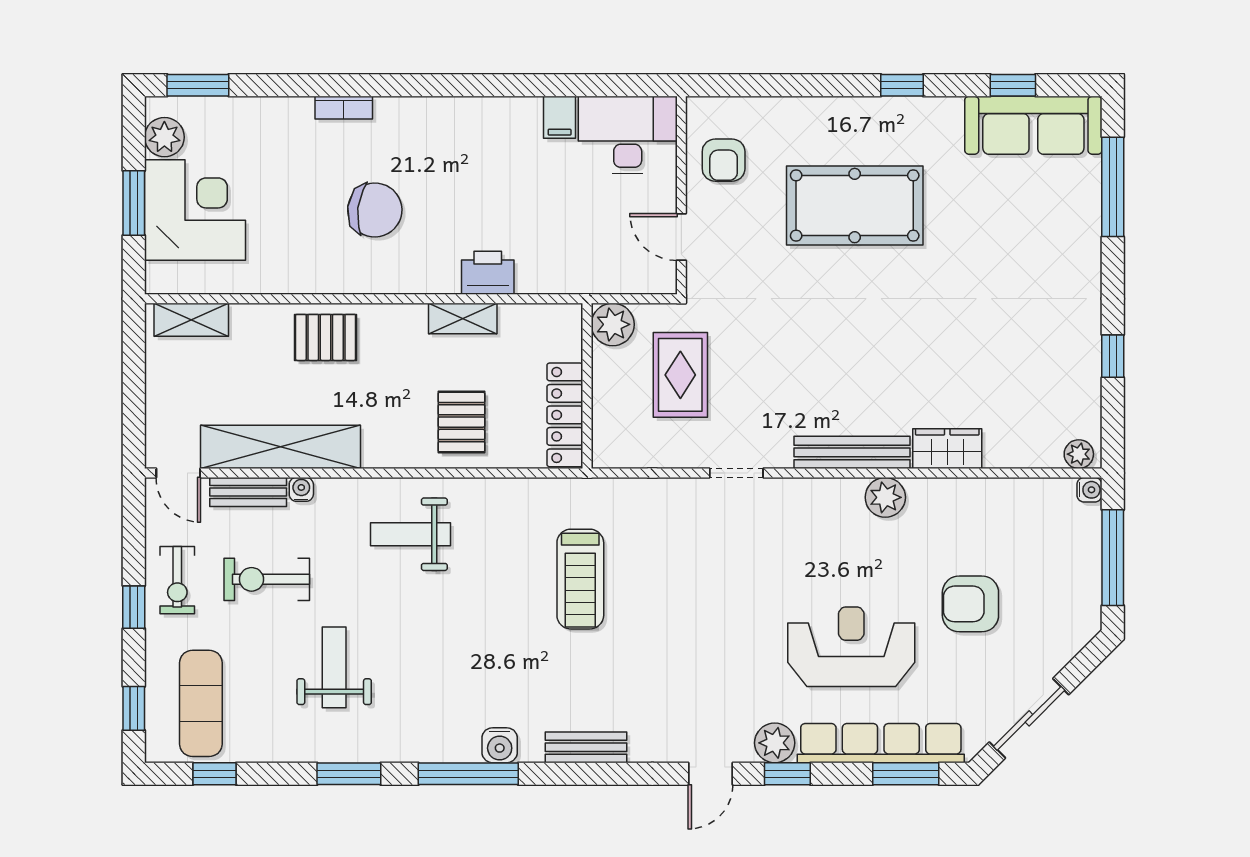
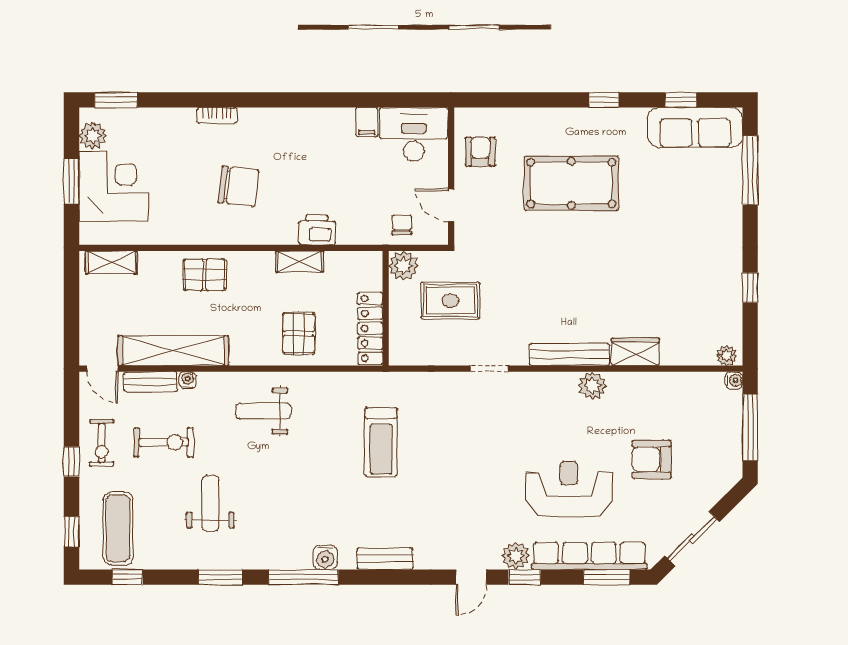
armchair: (724, 160) -> (480, 152), turned 180
chair: (610, 265) -> (402, 225), added
rug: (680, 375) -> (450, 301), turned 90
exercise bike: (267, 579) -> (164, 442), turned 180

